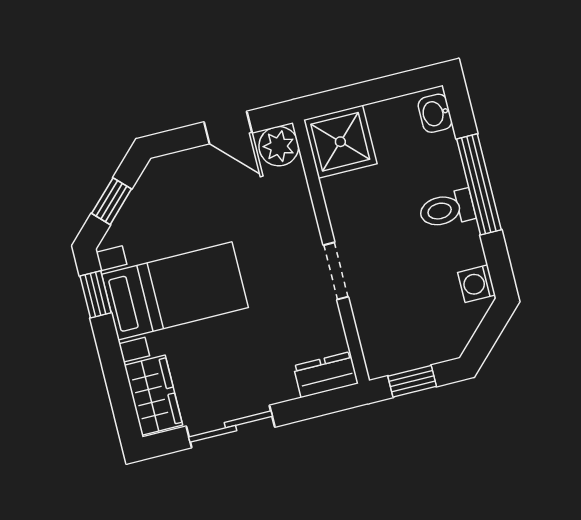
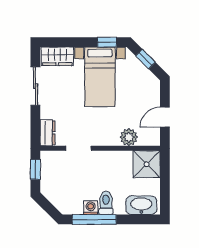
washbasin: (435, 113) -> (141, 205), width x1.91, depth x1.45
plant: (279, 146) -> (129, 137), moved
window: (479, 184) -> (94, 219), moved
doorway: (336, 271) -> (78, 148), moved
washing machine: (476, 284) -> (91, 208), moved

